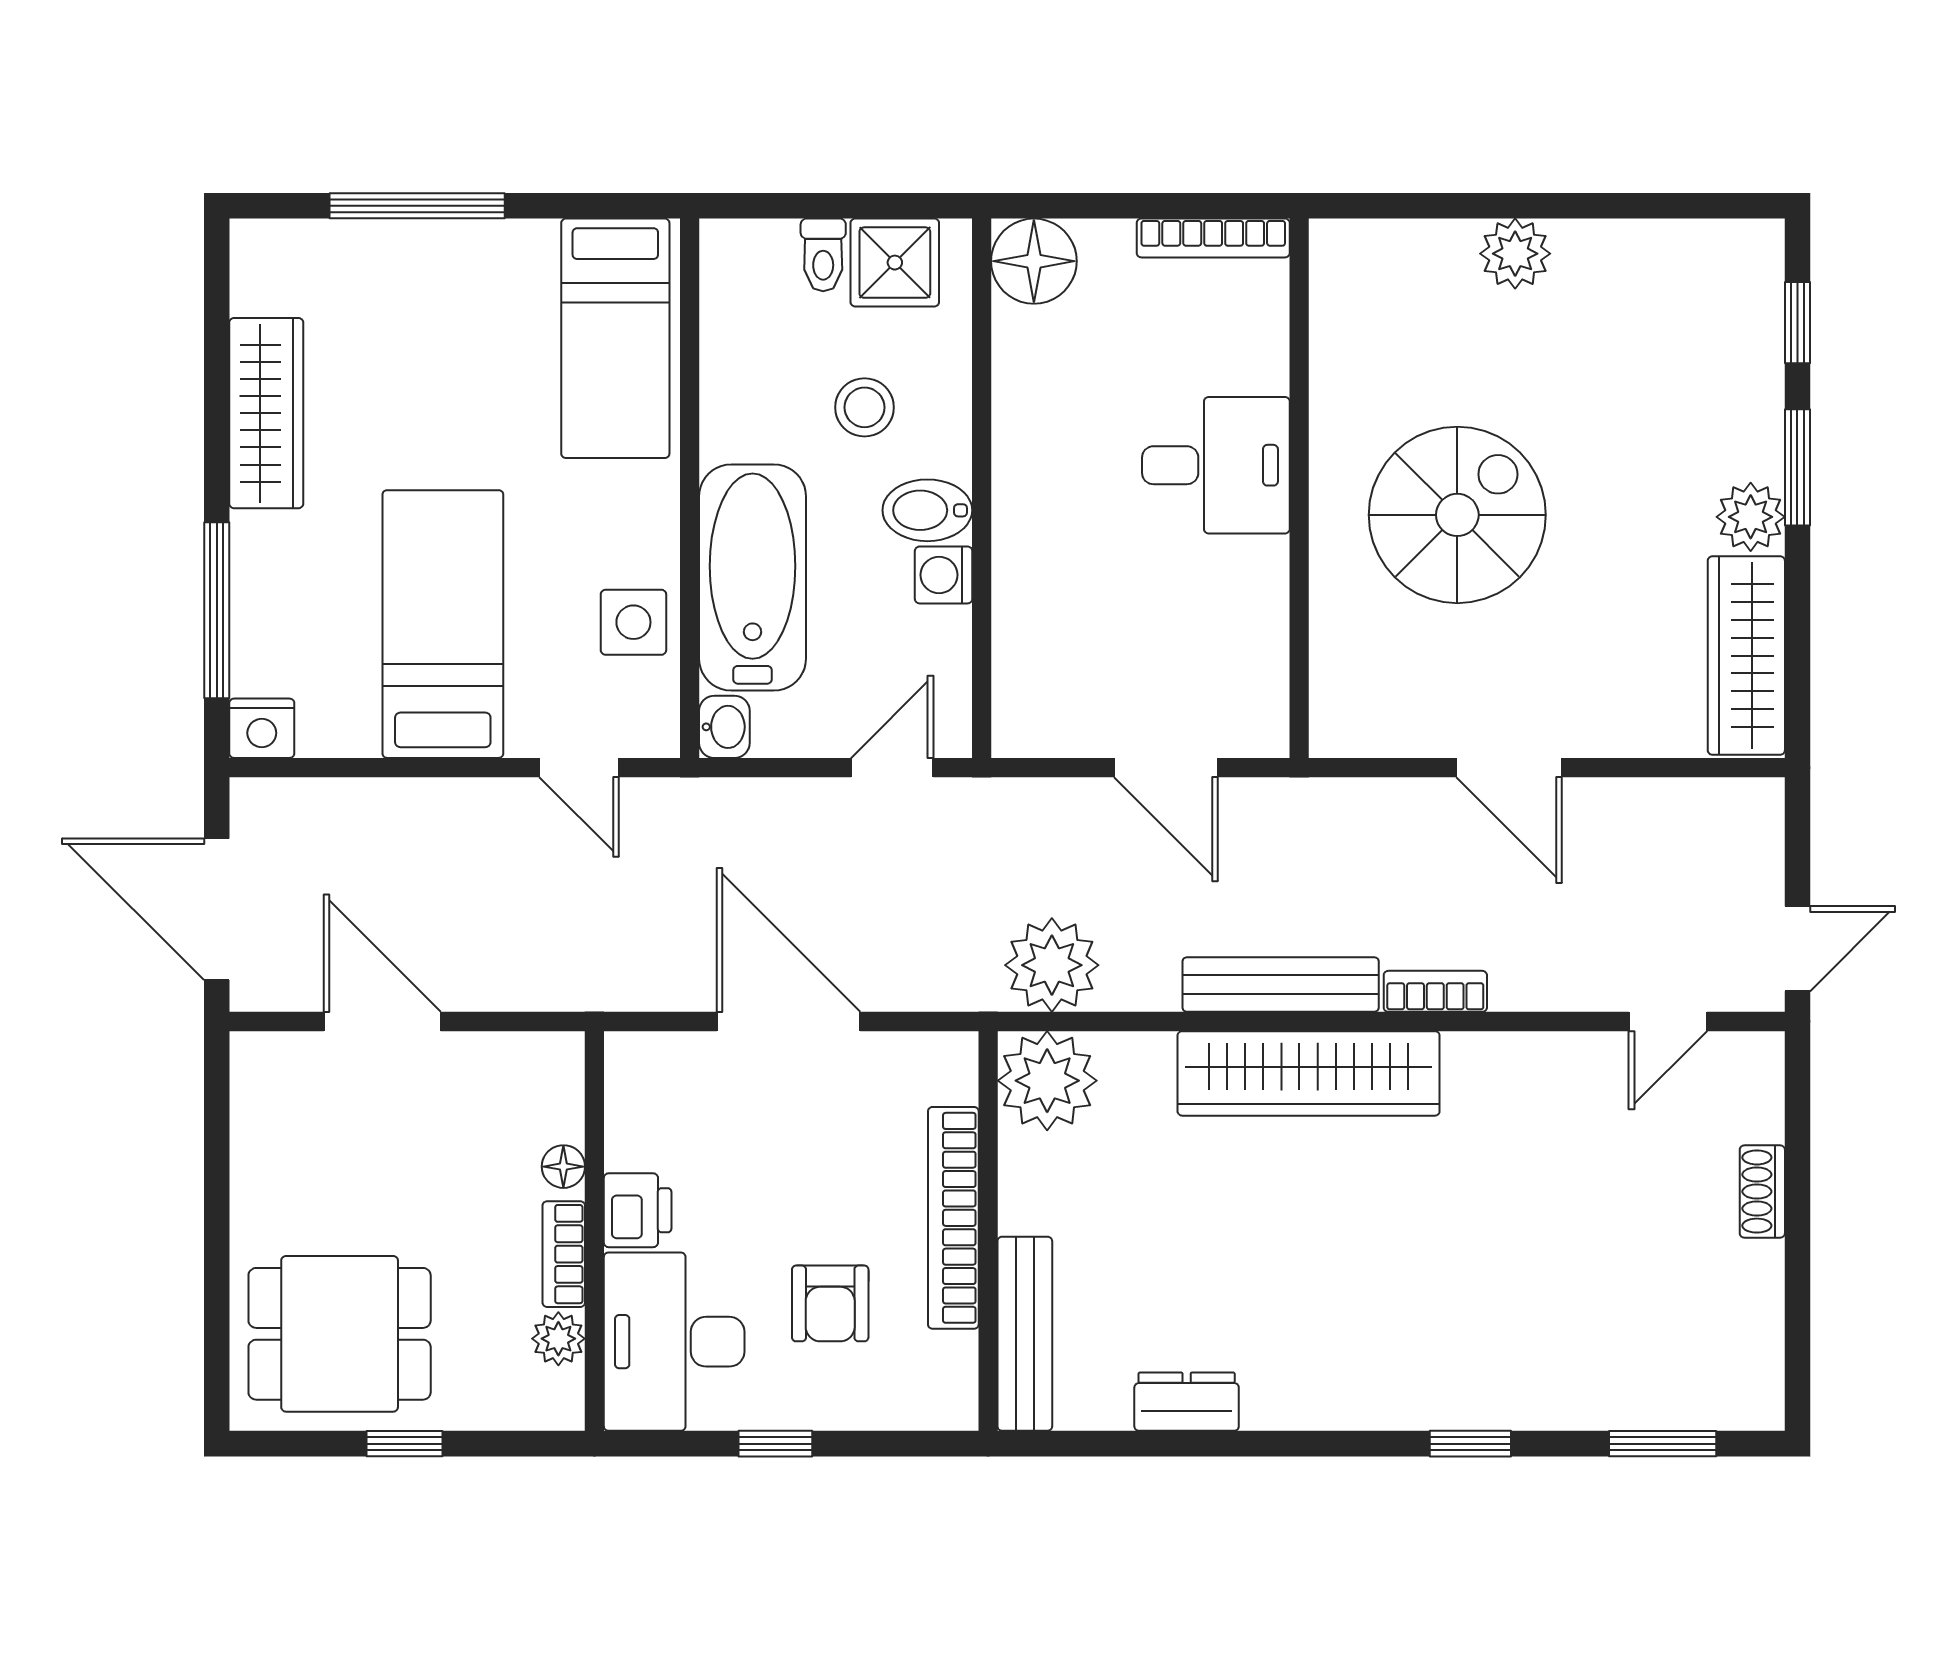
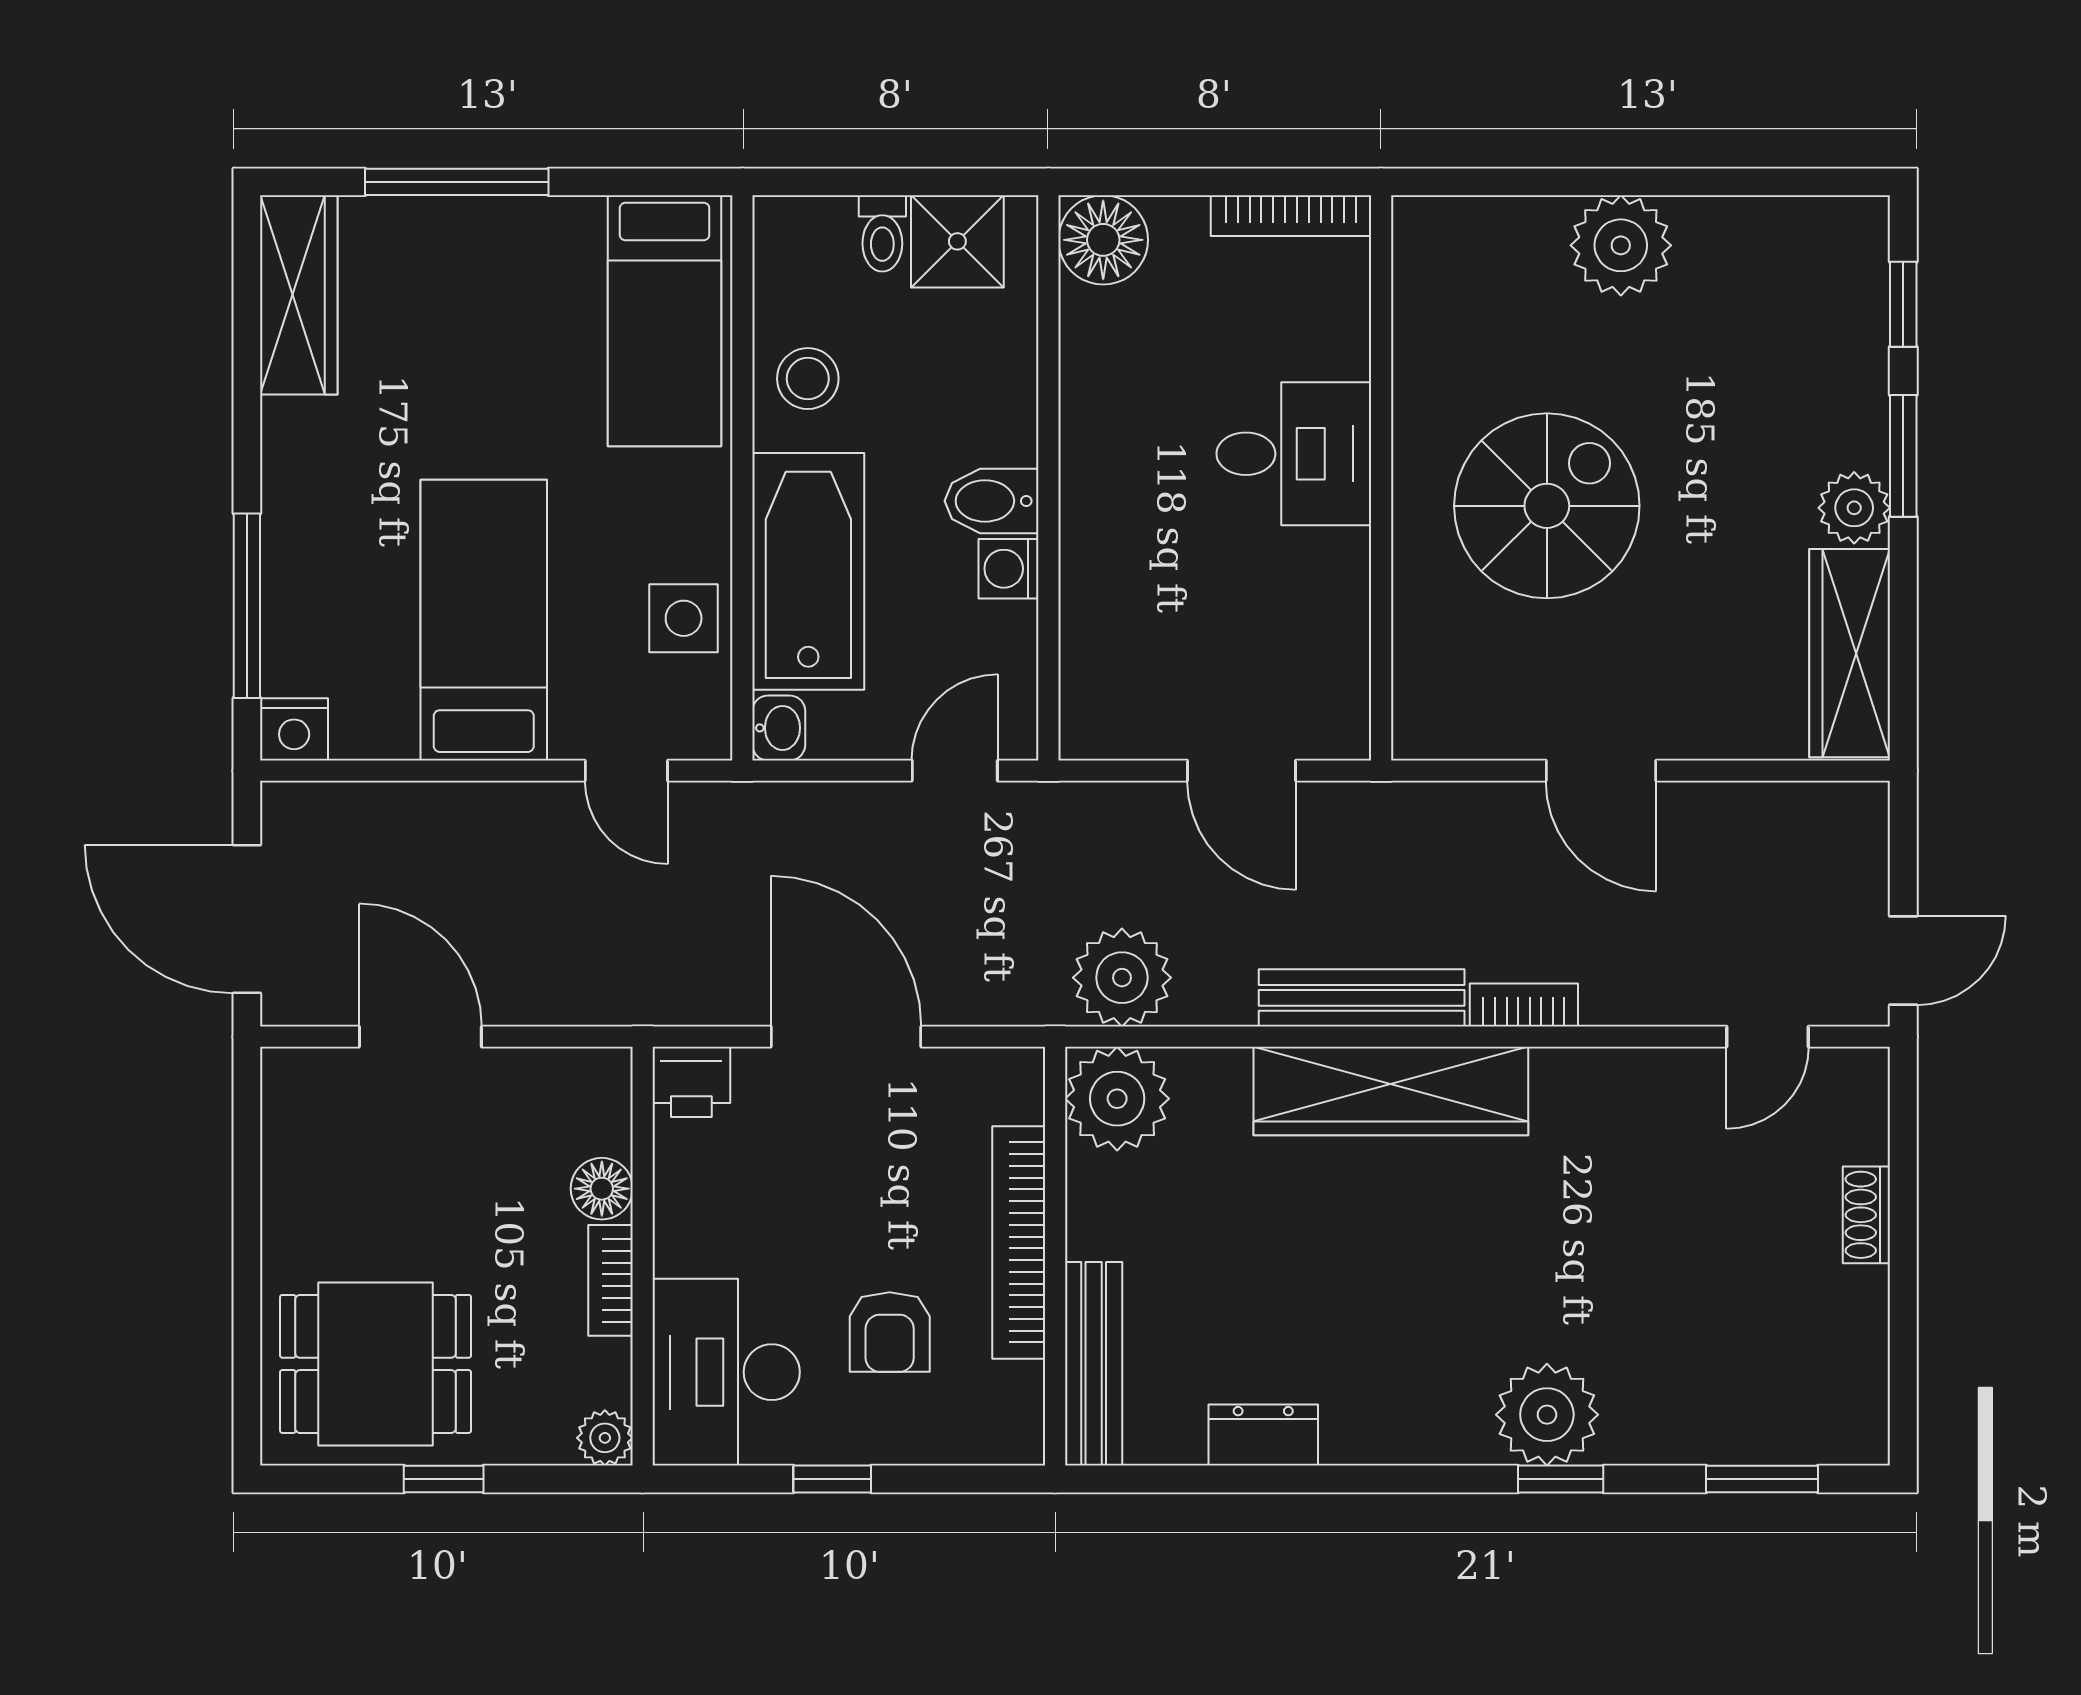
plant: (1515, 254) -> (1621, 245), width x1.36, depth x1.36
stool: (864, 407) -> (808, 379), moved
wardrobe: (266, 413) -> (299, 295), moved
floor lamp: (563, 1167) -> (602, 1189), width x1.37, depth x1.37
printer: (638, 1210) -> (691, 1082), moved, turned 90
plant: (558, 1339) -> (605, 1438), moved
plant: (1457, 1382) -> (1547, 1415), added

